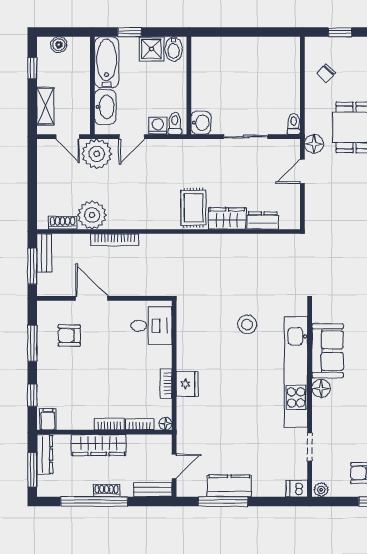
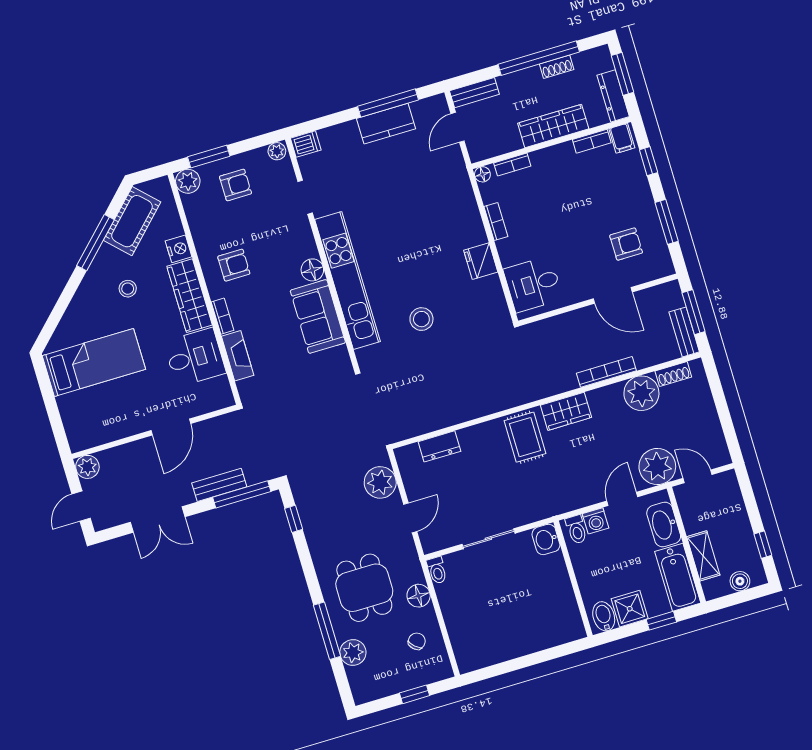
shelving: (45, 106) -> (703, 556), moved
floor lamp: (314, 144) -> (419, 596), moved
plant: (318, 206) -> (380, 482), added
wardrobe: (227, 218) -> (566, 411), moved
fridge: (187, 384) -> (481, 261), moved
bookcase: (109, 424) -> (592, 141), moved
shoe rack: (107, 491) -> (557, 67), moved

